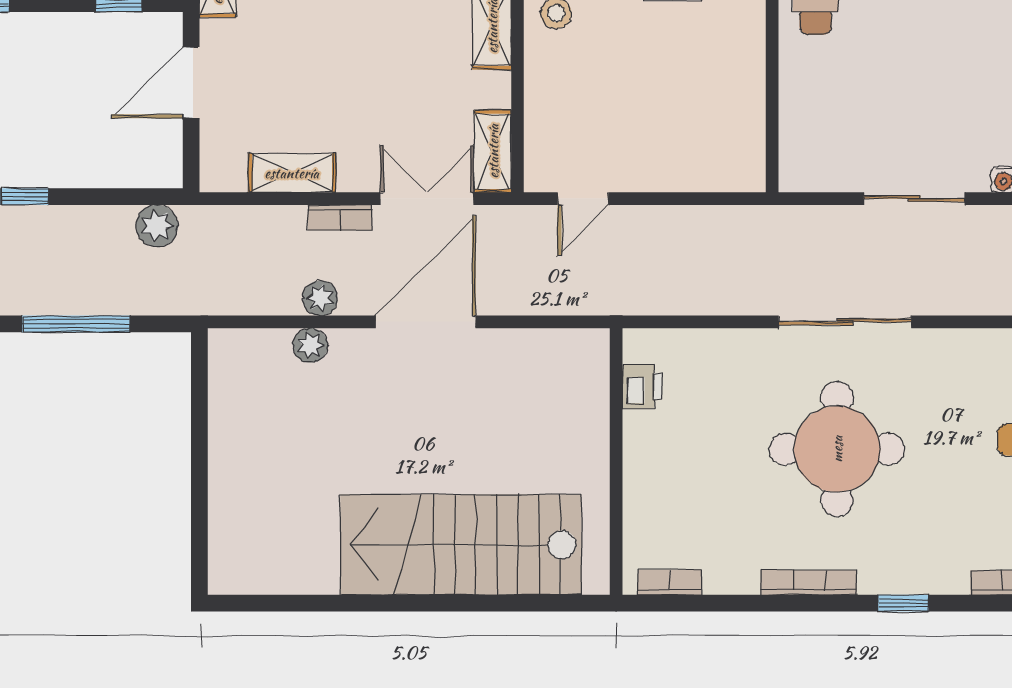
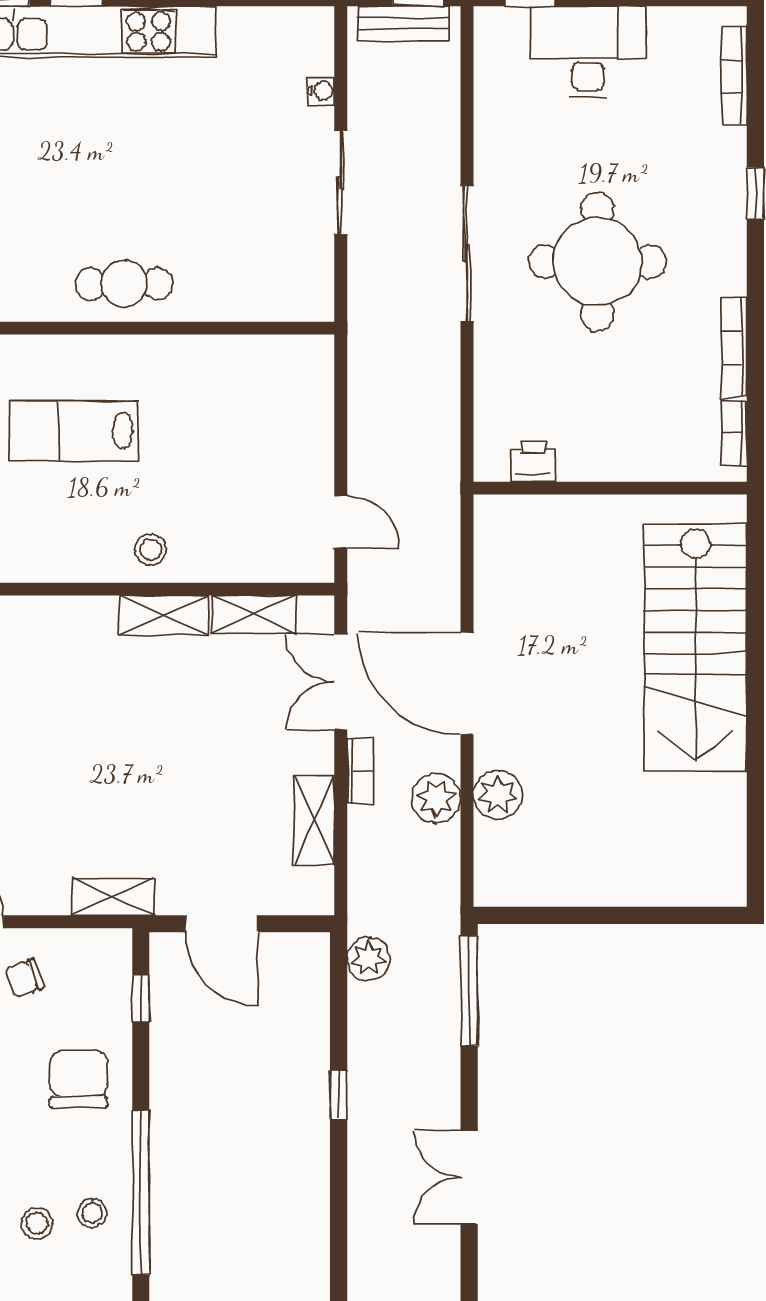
shelving: (493, 151) -> (254, 614), moved
plant: (320, 298) -> (436, 798), width x1.38, depth x1.38
window: (76, 324) -> (469, 991), moved
plant: (310, 345) -> (498, 795), width x1.38, depth x1.38
bookcase: (809, 583) -> (734, 348), moved

